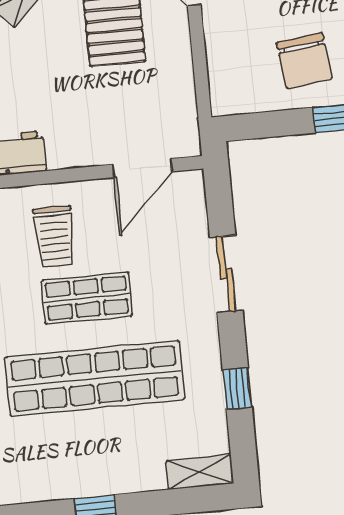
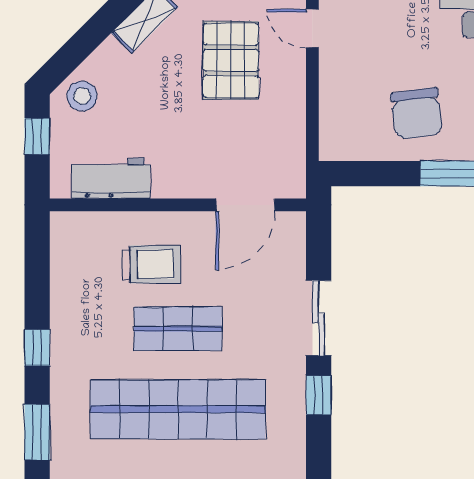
trolley: (54, 236) -> (151, 264), turned -90
window: (237, 388) -> (319, 395), moved

